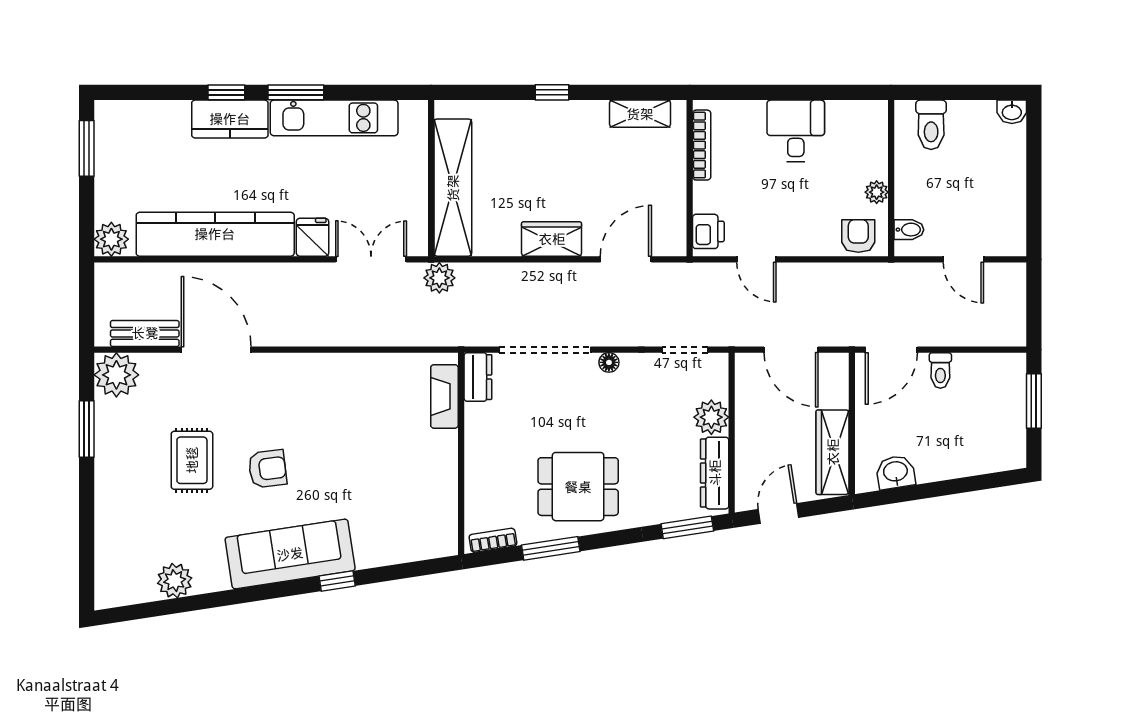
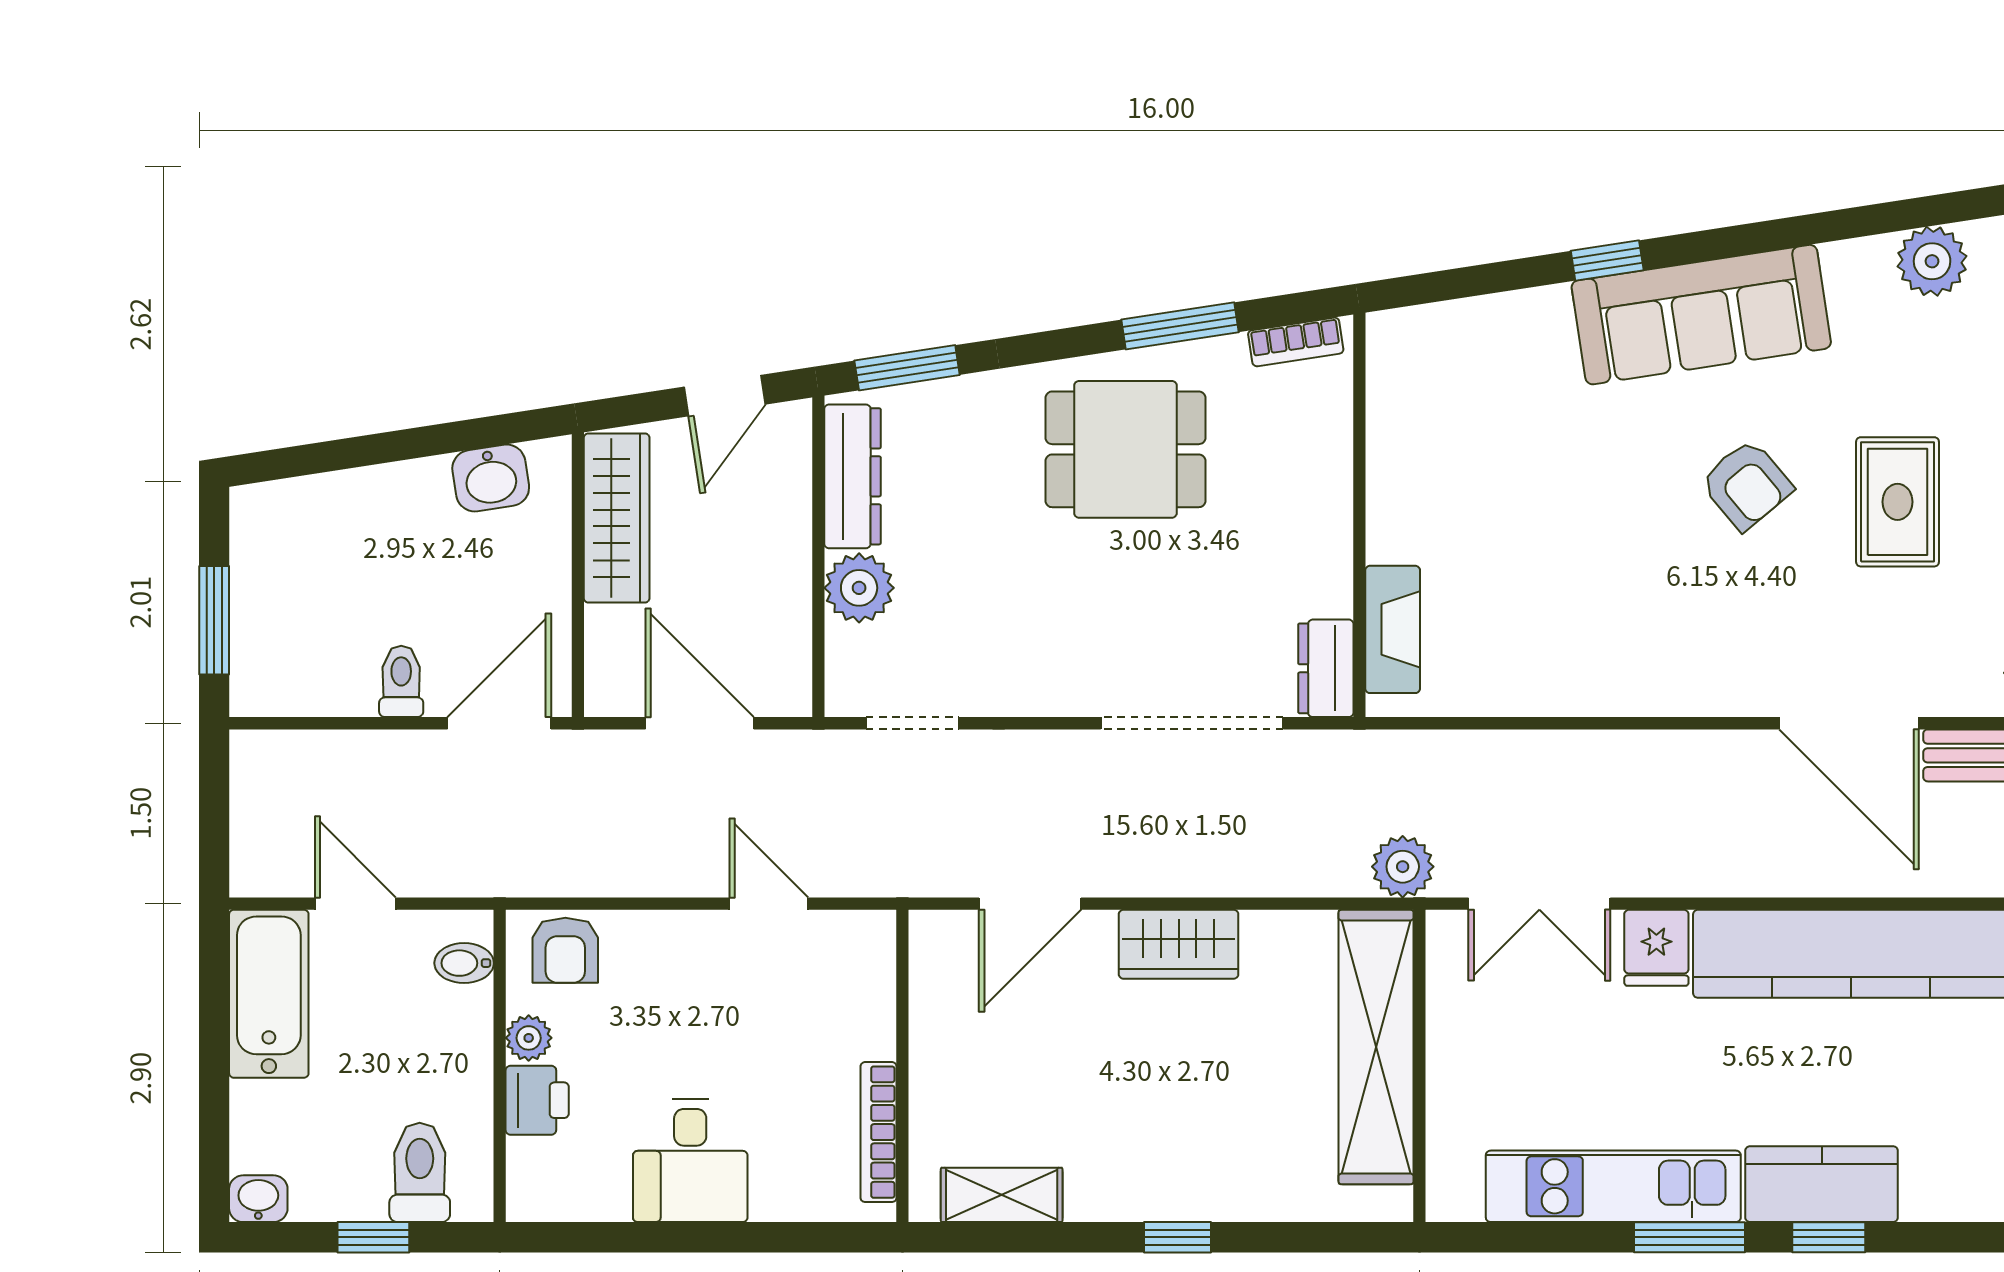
window: (954, 92) -> (373, 1237), added
bathtub: (1007, 214) -> (269, 994), added
printer: (708, 231) -> (537, 1100), moved, turned 180
floor lamp: (609, 362) -> (1064, 697), removed
armchair: (267, 469) -> (1747, 485), turned -123

